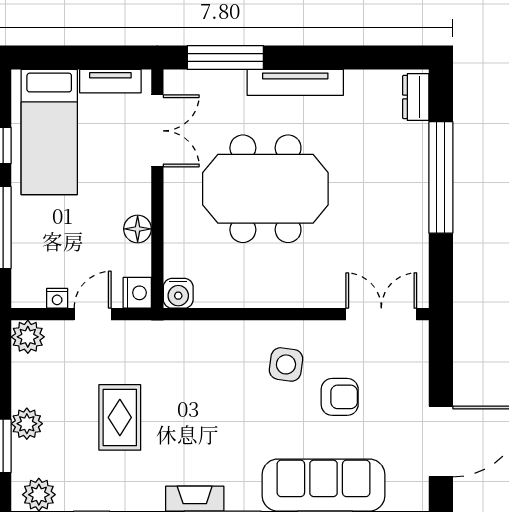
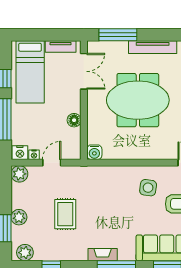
nightstand: (137, 293) -> (20, 153), moved, turned 90

